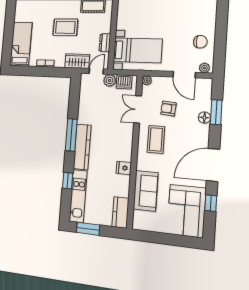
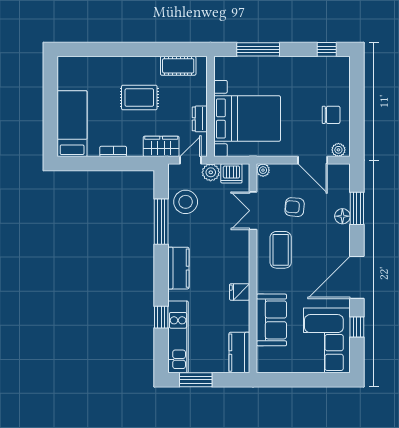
bed with nightstands: (138, 50) -> (247, 119), width x1.36
stool: (91, 100) -> (186, 202), added
window: (71, 135) -> (161, 222), moved
kitchen counter: (82, 147) -> (178, 268), width x0.67

